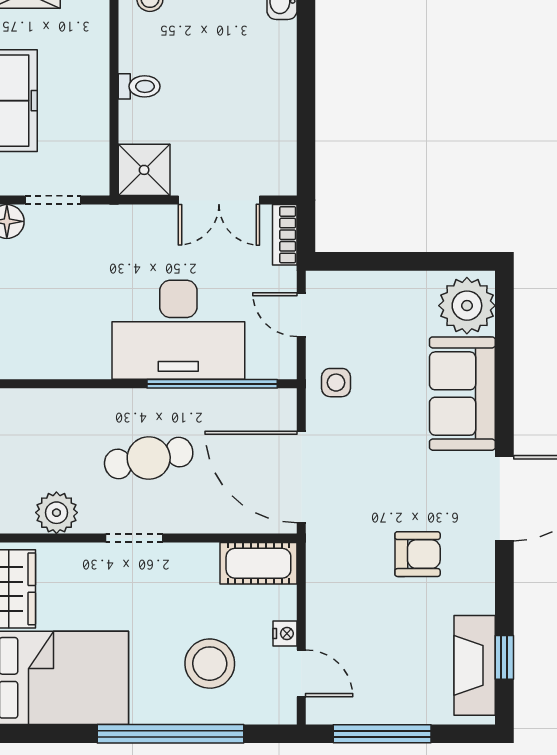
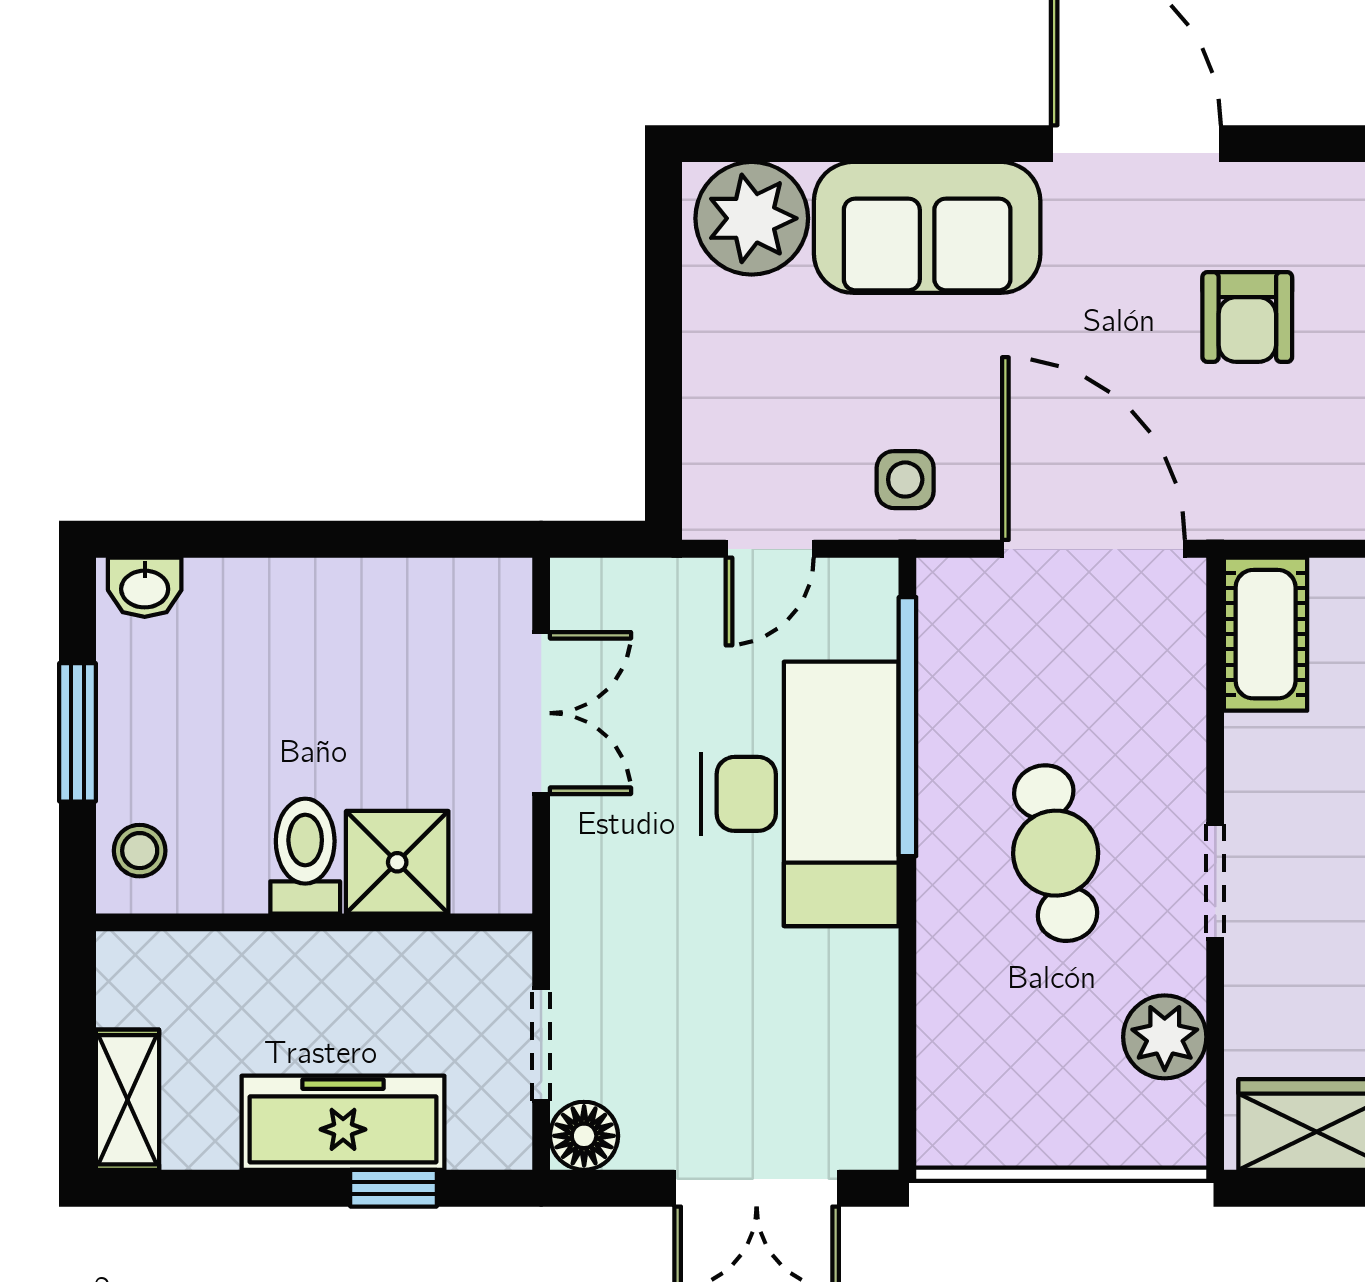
toilet: (139, 86) -> (305, 856), width x1.37, depth x1.39
shower: (144, 170) -> (397, 862), moved
bookcase: (285, 235) -> (610, 582), removed
door: (301, 477) -> (1094, 549), swing flipped
armchair: (418, 554) -> (1247, 317), turned 180

